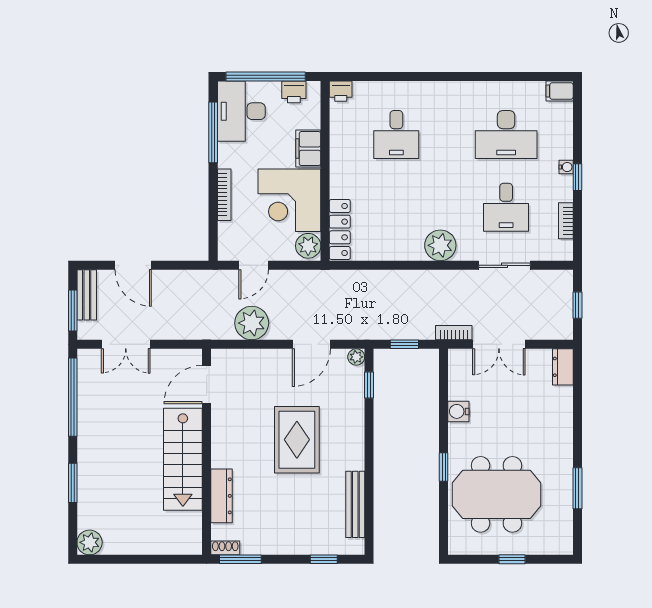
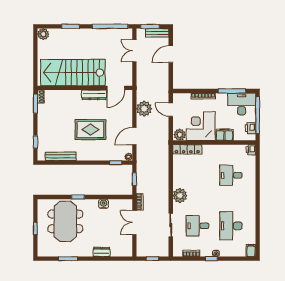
door: (311, 344) -> (134, 136), hinge flipped
dresser: (563, 367) -> (102, 252), moved
door: (207, 385) -> (116, 88), swing flipped
stairs: (183, 459) -> (73, 73), width x1.36, depth x1.51
dresser: (221, 496) -> (94, 95), moved

